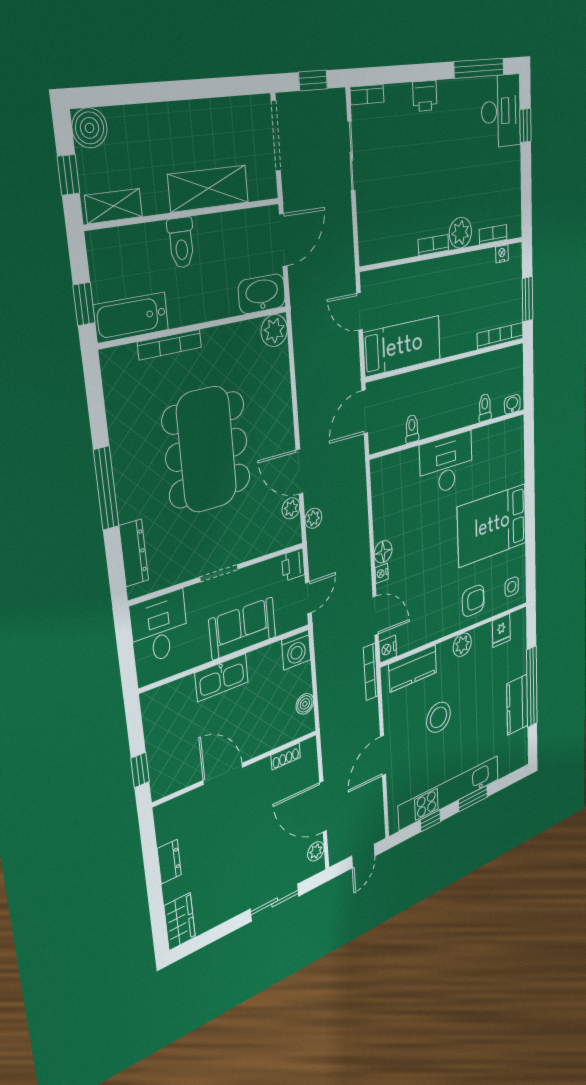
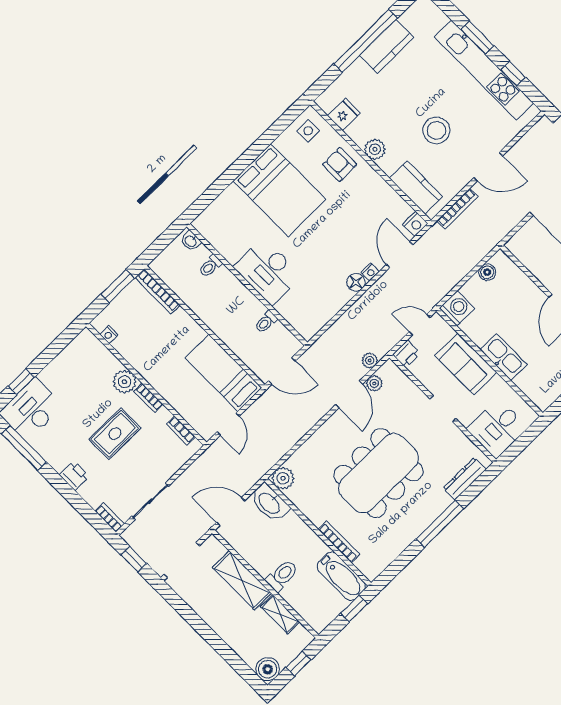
rug: (429, 179) -> (115, 434), added
shelving: (114, 206) -> (280, 614), moved
bookcase: (493, 234) -> (181, 431), moved
bookcase: (371, 672) -> (457, 209), moved
shoe rack: (286, 756) -> (529, 262), removed

